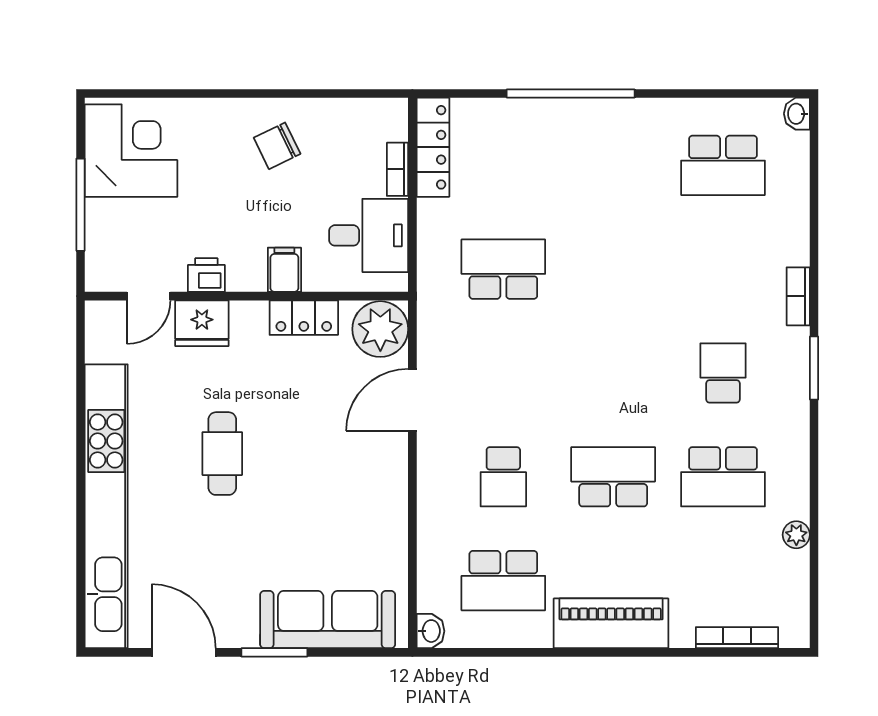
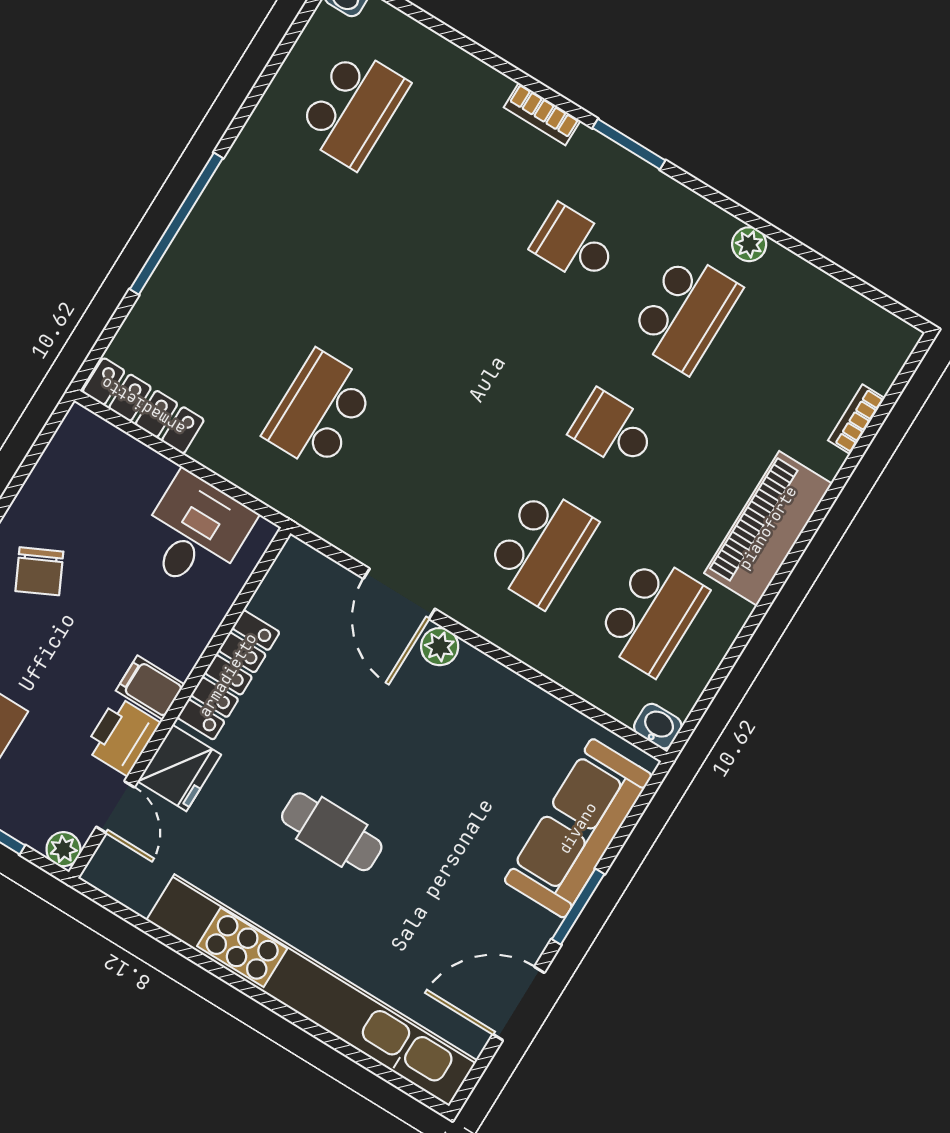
bookcase: (397, 169) -> (143, 458), removed
filing cabinet: (284, 270) -> (150, 688), moved
printer: (206, 275) -> (122, 736), width x1.36, depth x1.24
plant: (98, 278) -> (63, 849), added
locker: (304, 318) -> (228, 675), width x1.53
plant: (380, 329) -> (440, 647), moved, width x0.53, depth x0.53
school desk: (503, 477) -> (541, 547), width x1.85
school desk: (613, 477) -> (613, 430), width x0.54
plant: (796, 535) -> (749, 244), moved
bookcase: (737, 638) -> (856, 419), width x0.64

